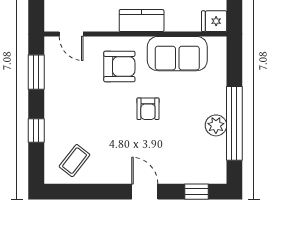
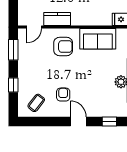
kitchen counter: (142, 21) -> (57, 19), moved
door: (71, 34) -> (34, 27), hinge flipped
armchair: (148, 109) -> (63, 95), moved, turned 180

